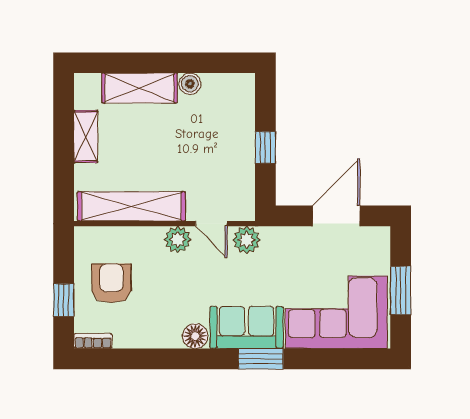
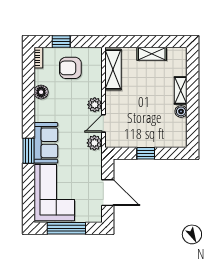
shelving: (140, 88) -> (181, 90), width x0.67, depth x0.75
shelving: (131, 206) -> (113, 69), width x0.68
armchair: (111, 283) -> (70, 68), turned 180
window: (401, 290) -> (66, 228), width x1.44
floor lamp: (195, 336) -> (41, 92), moved

